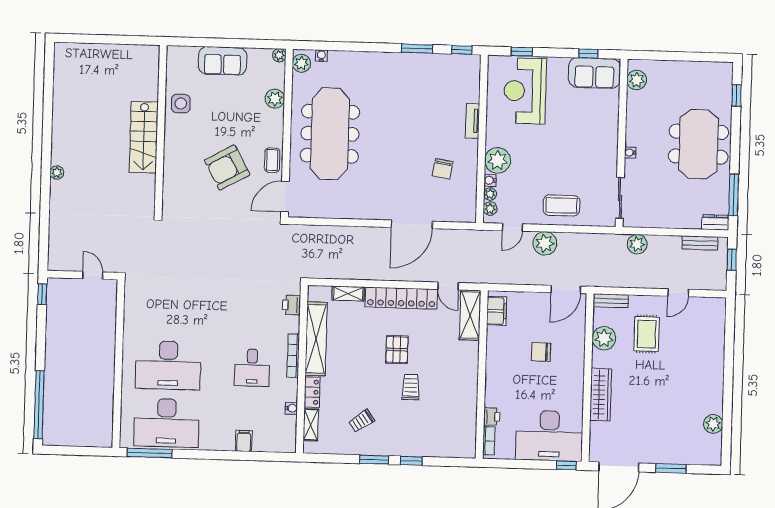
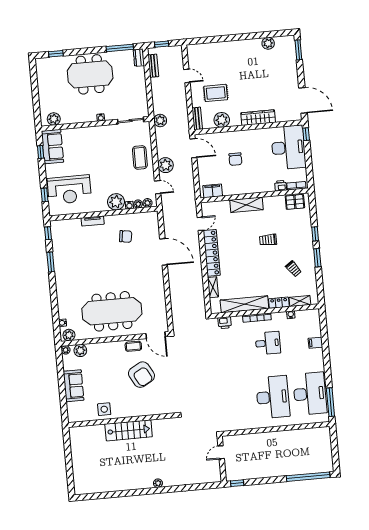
plant: (275, 99) -> (80, 351), moved
plant: (637, 244) -> (160, 120), moved
shelving: (470, 315) -> (246, 205), moved
pallet: (397, 350) -> (295, 202), moved
window: (671, 468) -> (298, 50), moved

